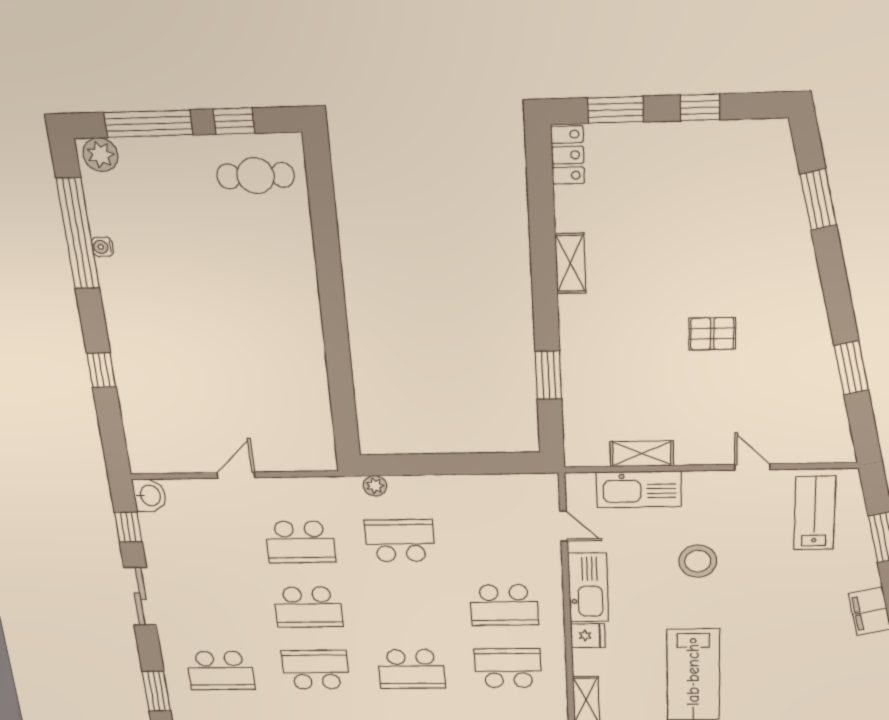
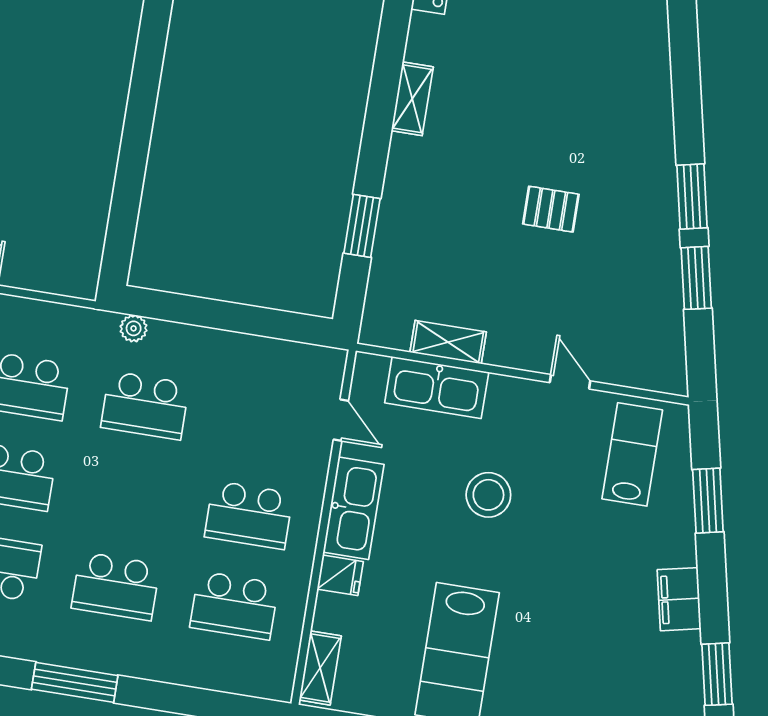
window: (818, 200) -> (692, 197), moved
school desk: (400, 541) -> (145, 406), turned 180
school desk: (508, 668) -> (234, 605), turned 180

